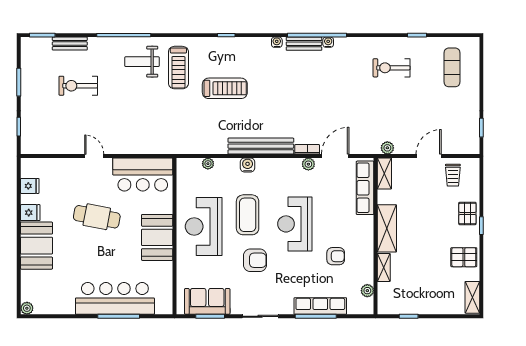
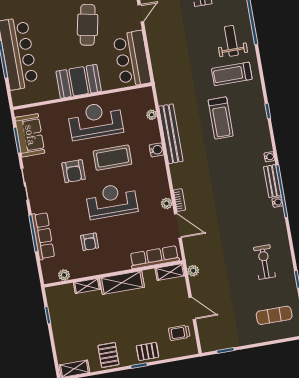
bench: (261, 146) -> (171, 134), moved

